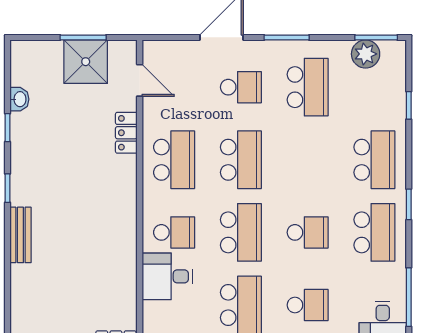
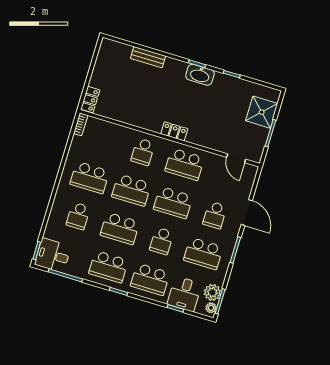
plant: (391, 49) -> (211, 308), added
shower: (86, 62) -> (262, 112), moved
door: (140, 80) -> (236, 158), hinge flipped
washbasin: (19, 99) -> (200, 75), moved, width x1.91, depth x1.45
locker: (126, 133) -> (174, 131), moved
school desk: (308, 160) -> (162, 241), added
school desk: (308, 232) -> (120, 228), width x1.85
bench: (20, 235) -> (148, 57), moved
desk: (167, 276) -> (185, 294), moved, turned 180

